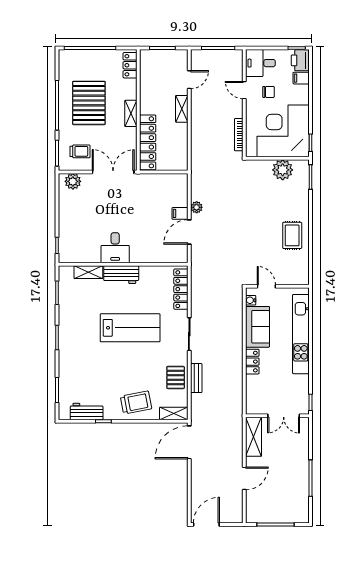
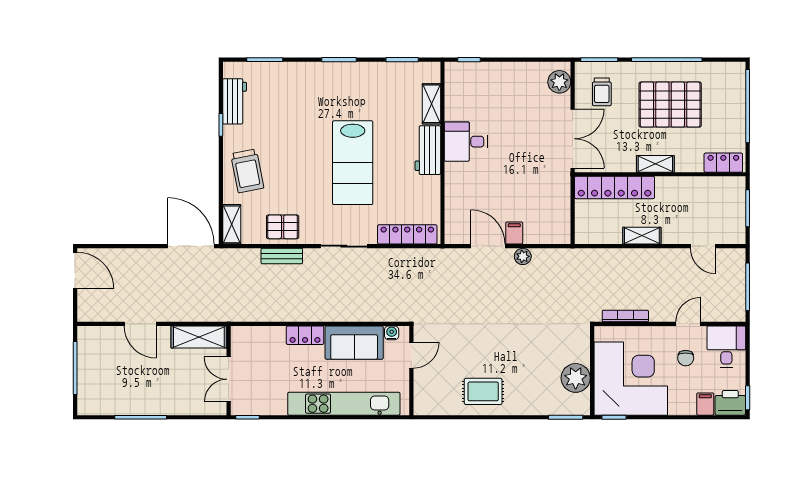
shelving: (182, 109) -> (642, 236), moved

